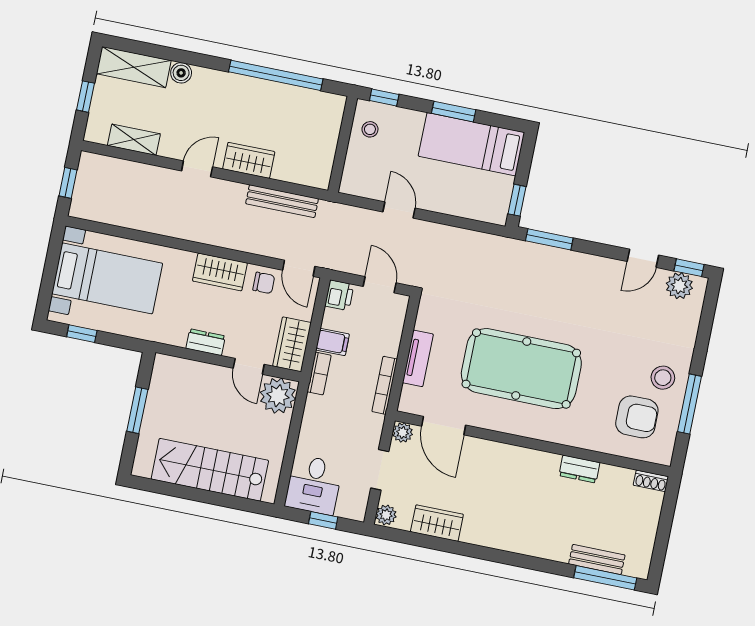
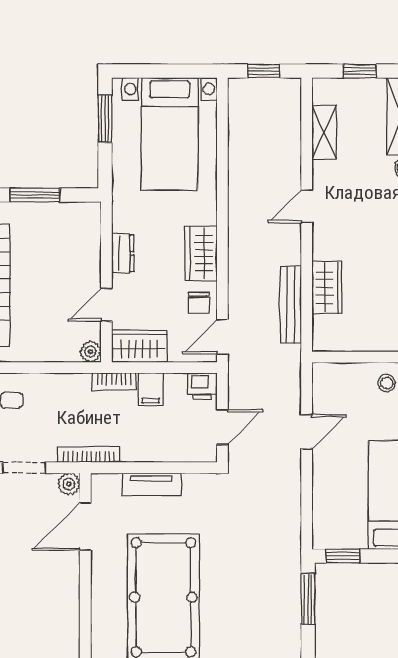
wardrobe: (249, 160) -> (327, 287), moved
door: (197, 169) -> (307, 206), swing flipped
window: (82, 334) -> (105, 119), width x1.50
bookcase: (385, 385) -> (89, 455), moved
plant: (278, 396) -> (90, 352), width x0.53, depth x0.53

